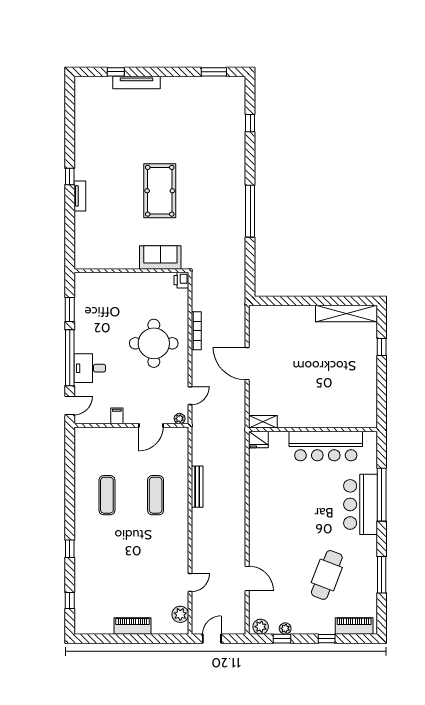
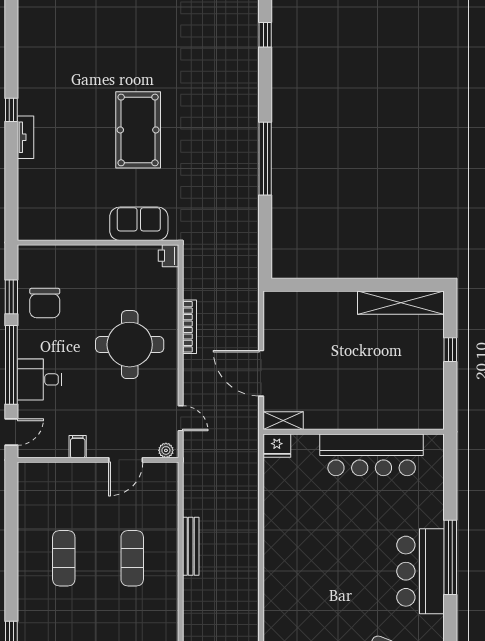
chair: (93, 314) -> (45, 303), added
door: (190, 396) -> (181, 418), hinge flipped
shelving: (263, 422) -> (283, 421), moved
wall: (313, 430) -> (354, 432), moved
fridge: (258, 439) -> (277, 446), moved
bar counter: (326, 446) -> (372, 455), moved

